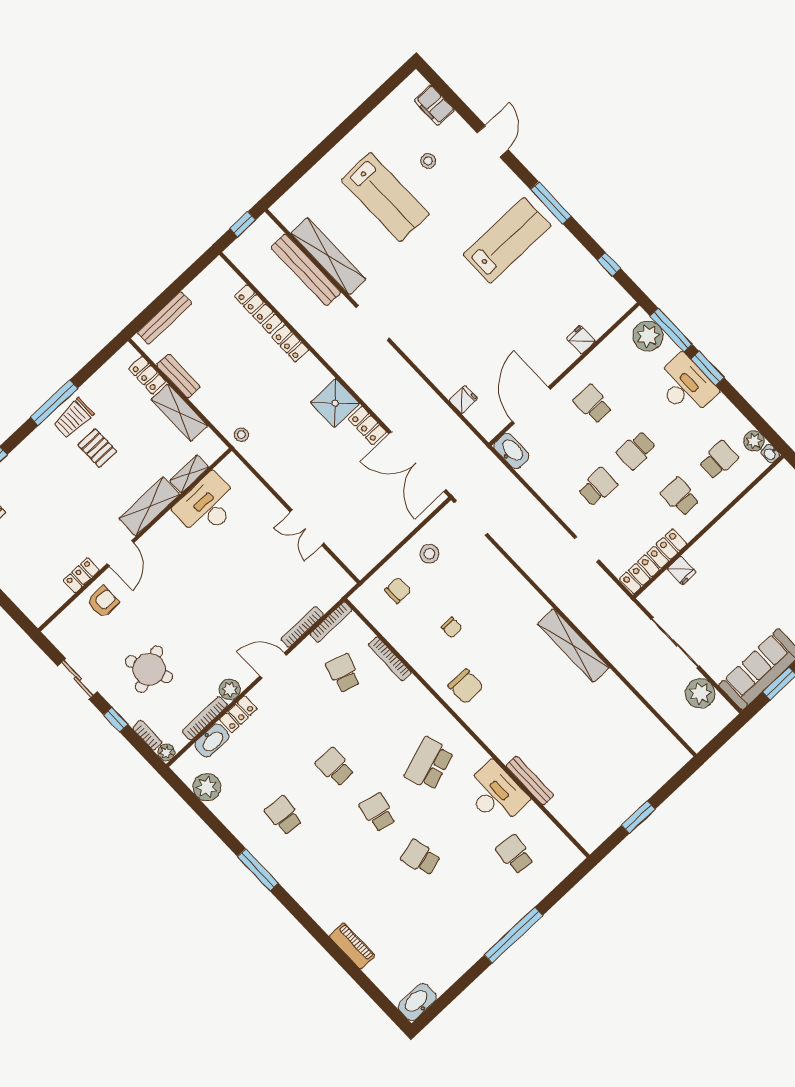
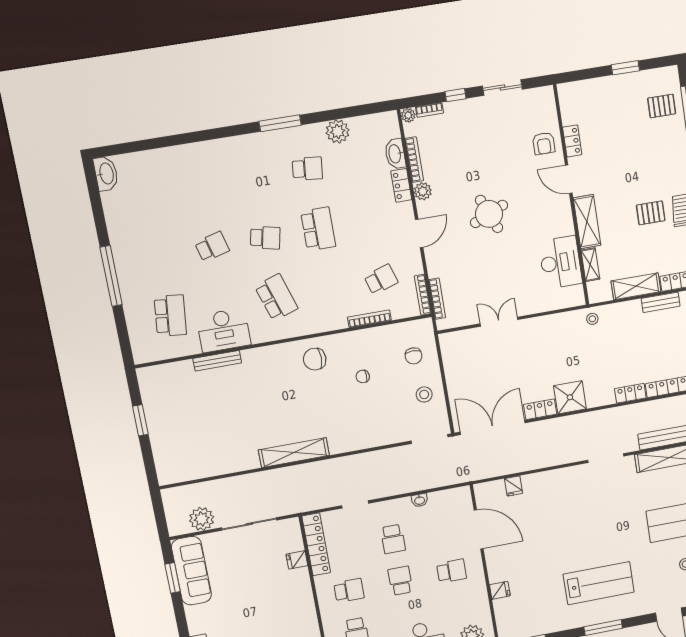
lab bench: (507, 240) -> (599, 583), turned -90
washbasin: (511, 451) -> (420, 500), moved, width x0.52, depth x0.69
bookcase: (302, 627) -> (437, 299), moved
round table: (149, 669) -> (489, 214), moved
school desk: (343, 673) -> (381, 279), turned -36
school desk: (335, 767) -> (318, 229), width x1.85
plant: (207, 787) -> (338, 131), moved
school desk: (515, 854) -> (170, 316), width x1.85
piano: (352, 946) -> (179, 154), removed

